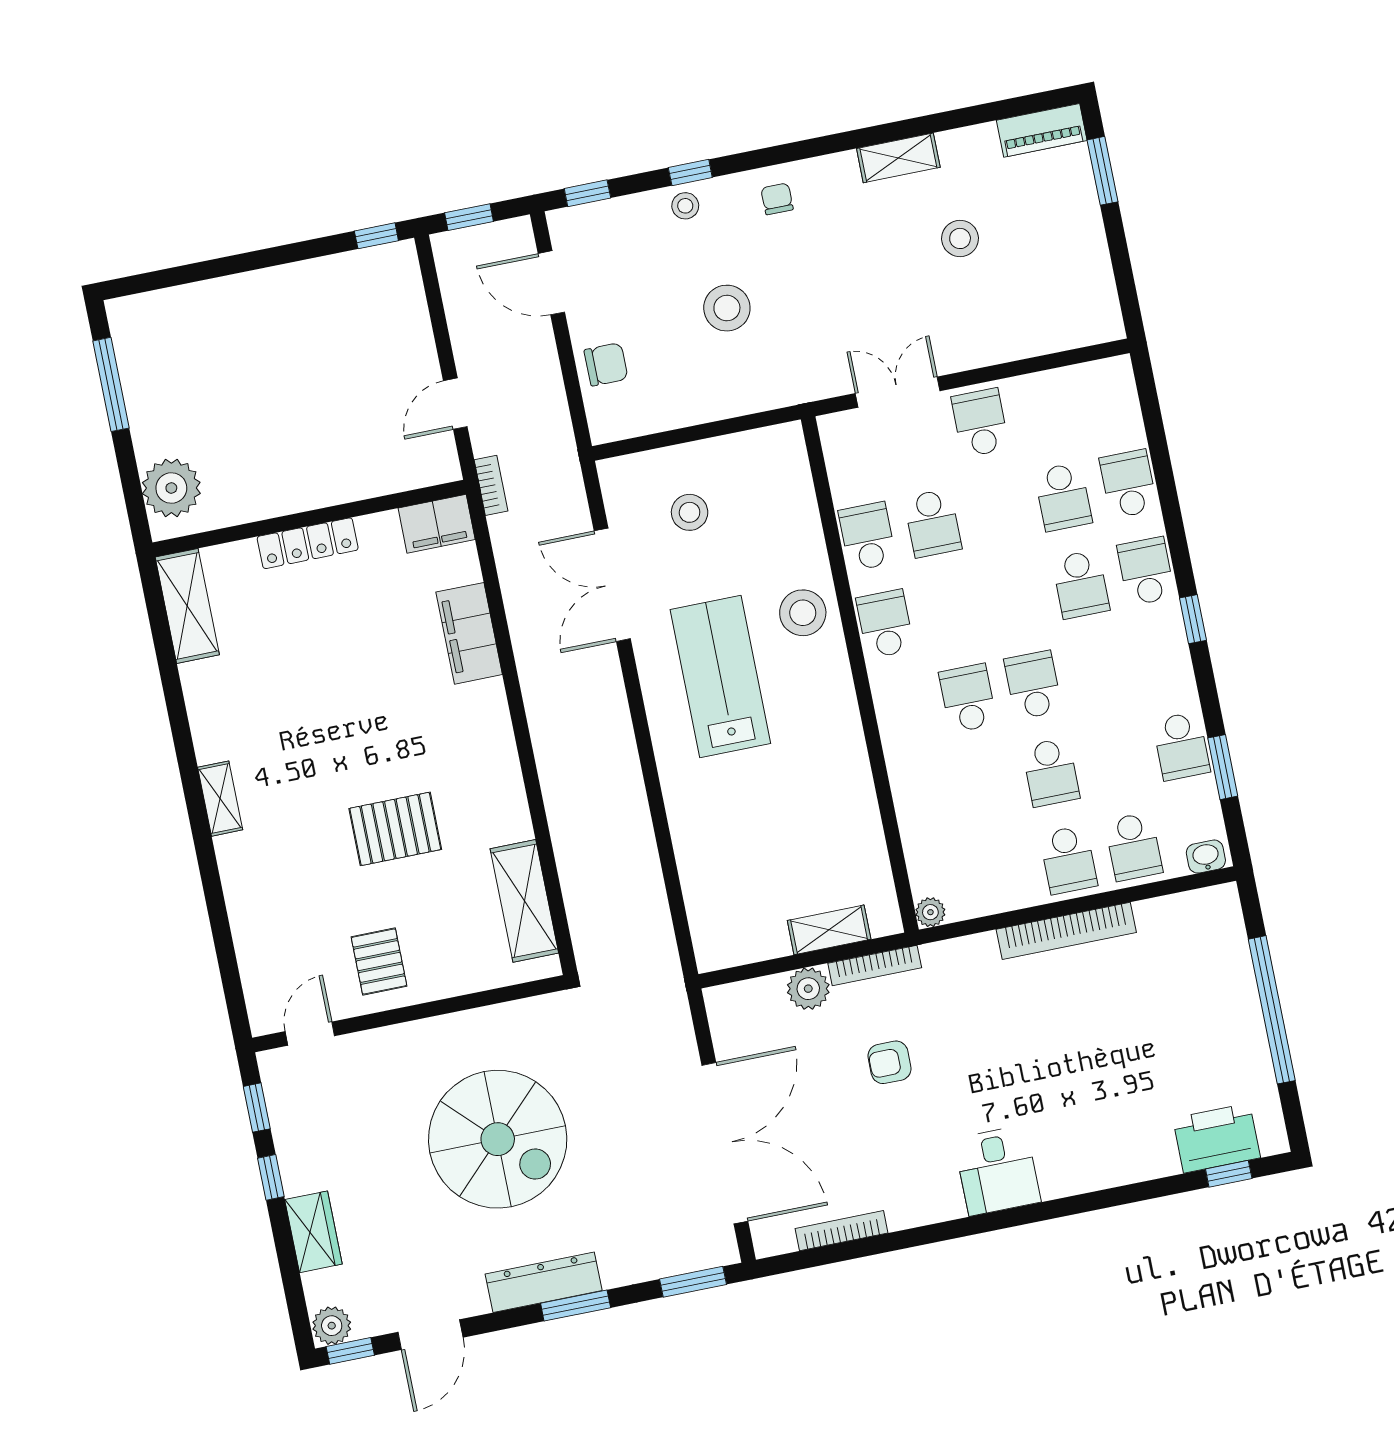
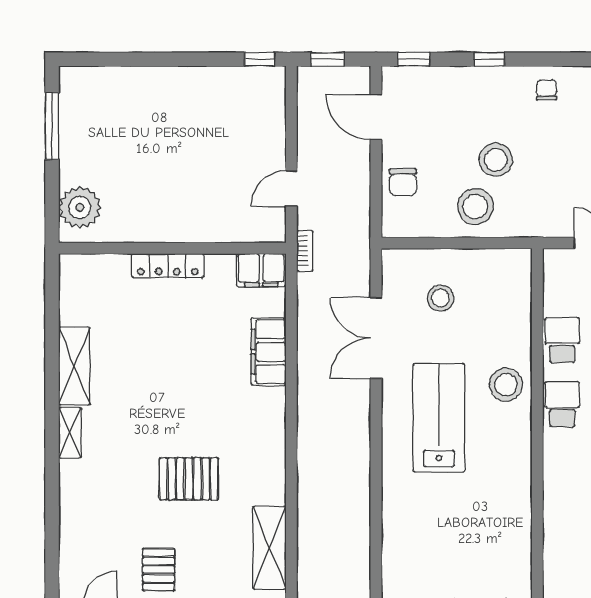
stool: (685, 206) -> (475, 206), moved, width x1.89, depth x1.89
chair: (606, 364) -> (403, 182), turned 90
shelving: (187, 606) -> (74, 366), moved

